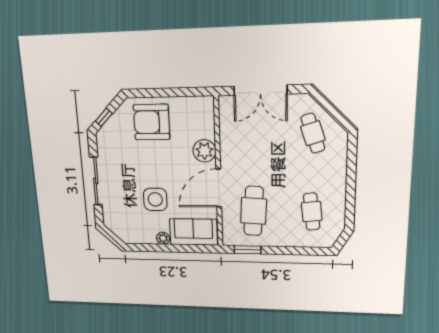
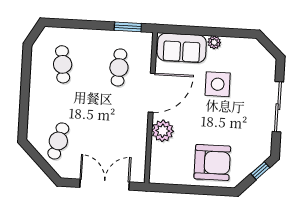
cafe table: (313, 133) -> (58, 141), turned 33
cafe table: (254, 211) -> (119, 67), width x0.73, depth x0.74

